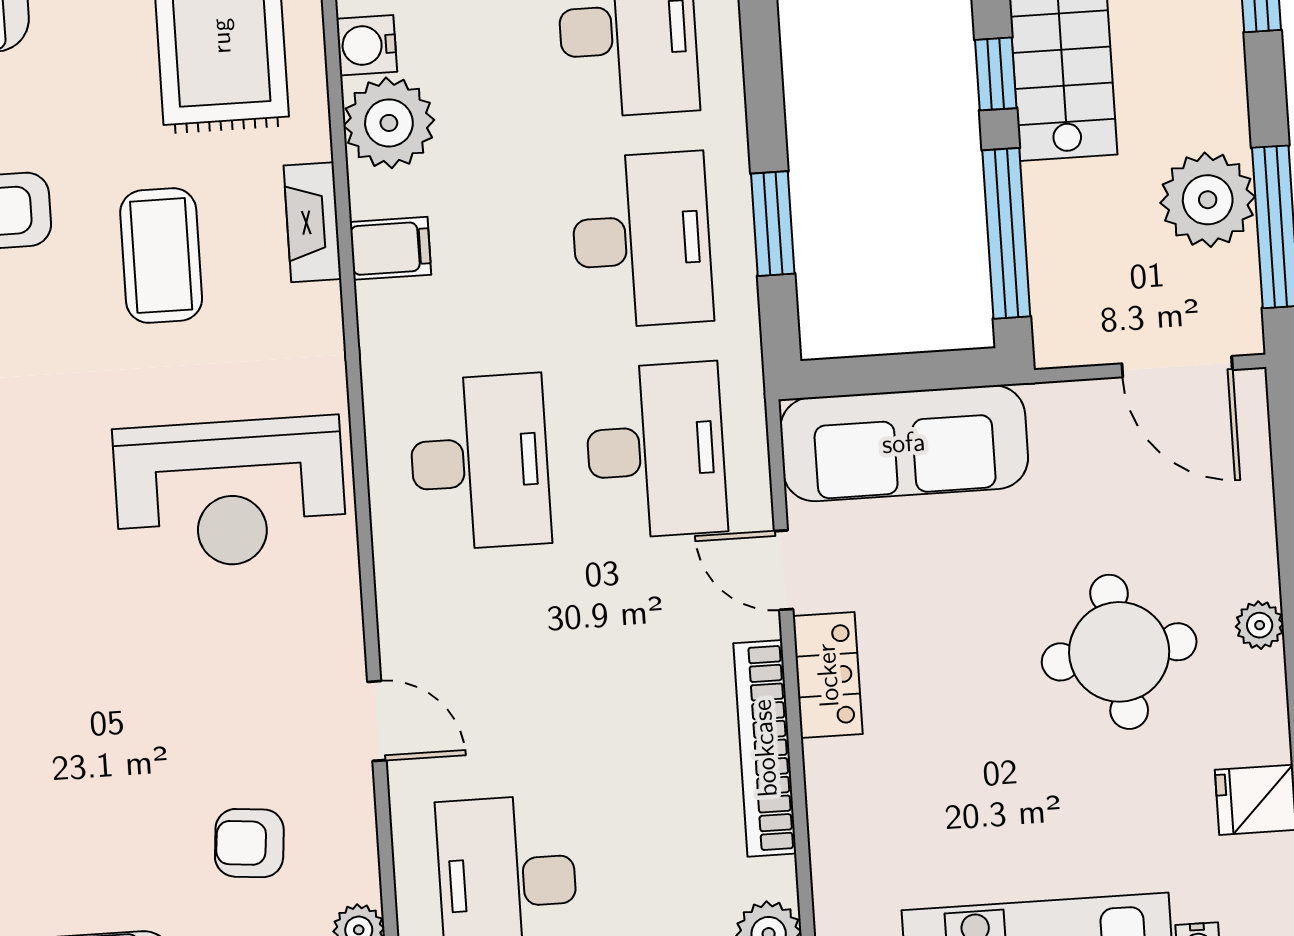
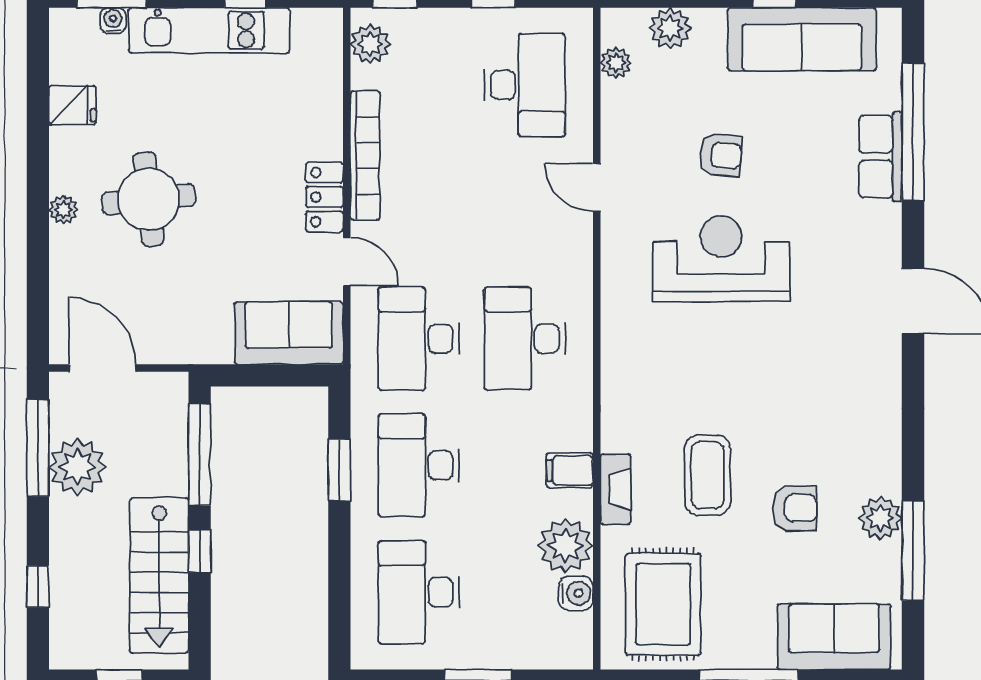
sofa: (904, 443) -> (289, 333), width x0.73
reception desk: (230, 493) -> (721, 259), moved
armchair: (249, 843) -> (720, 155), moved

